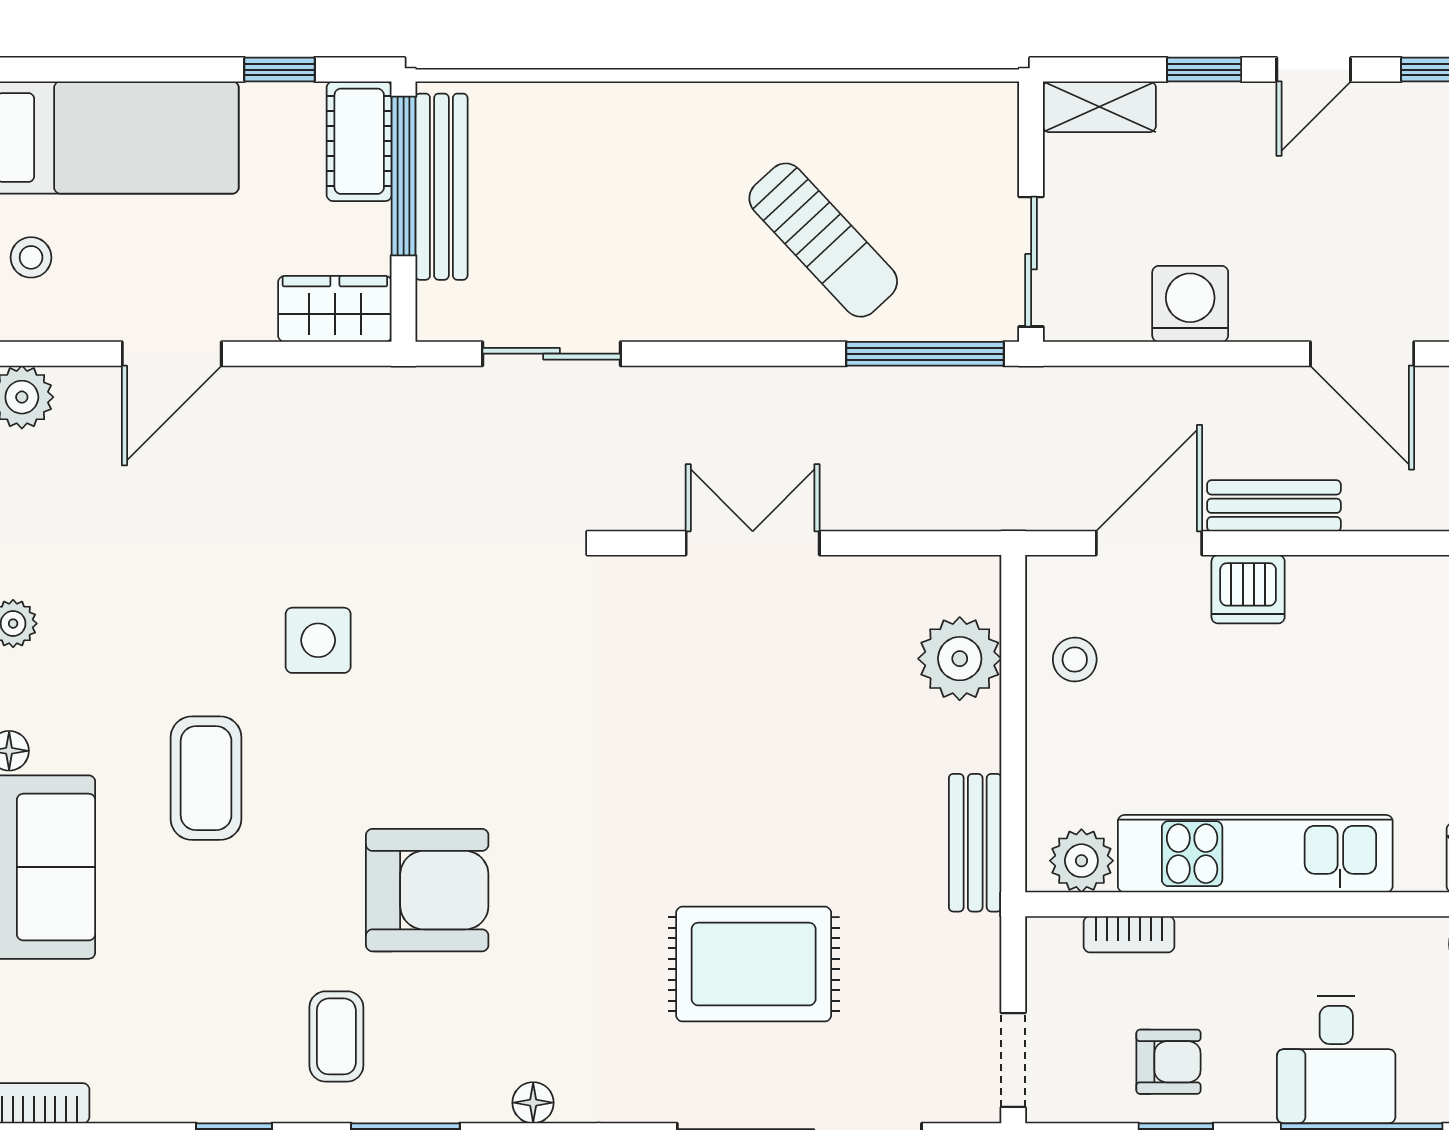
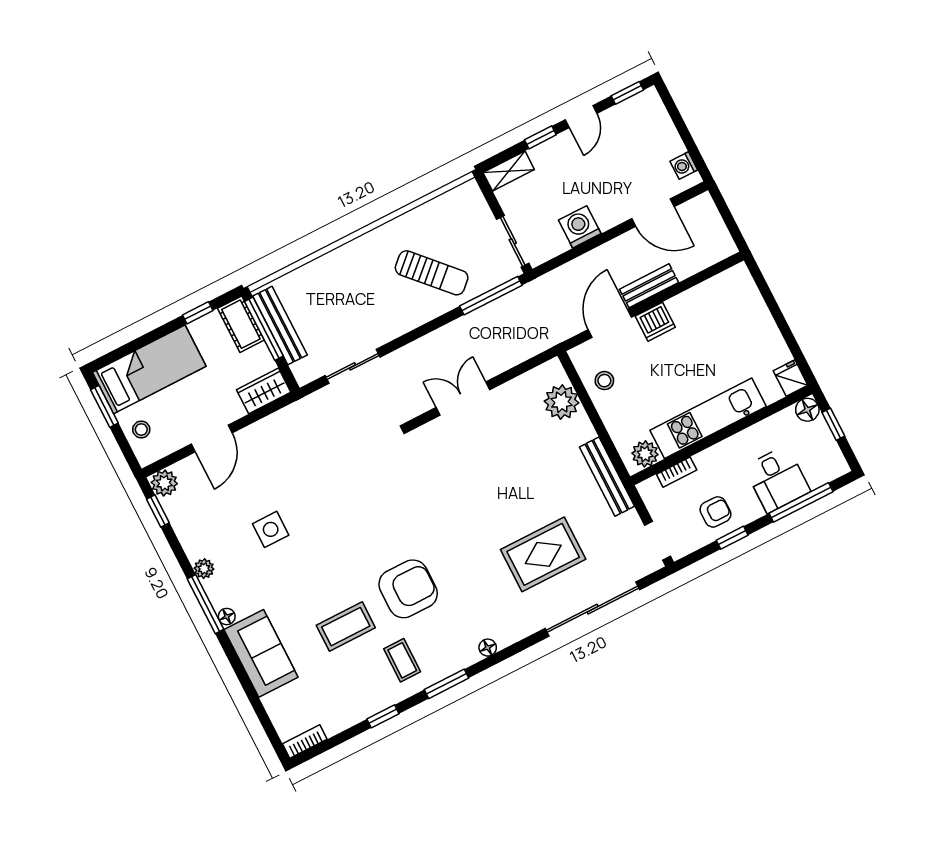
side table: (318, 640) -> (271, 529), moved
coffee table: (206, 778) -> (346, 627), moved, turned 90
bench: (975, 843) -> (607, 477), width x1.36

